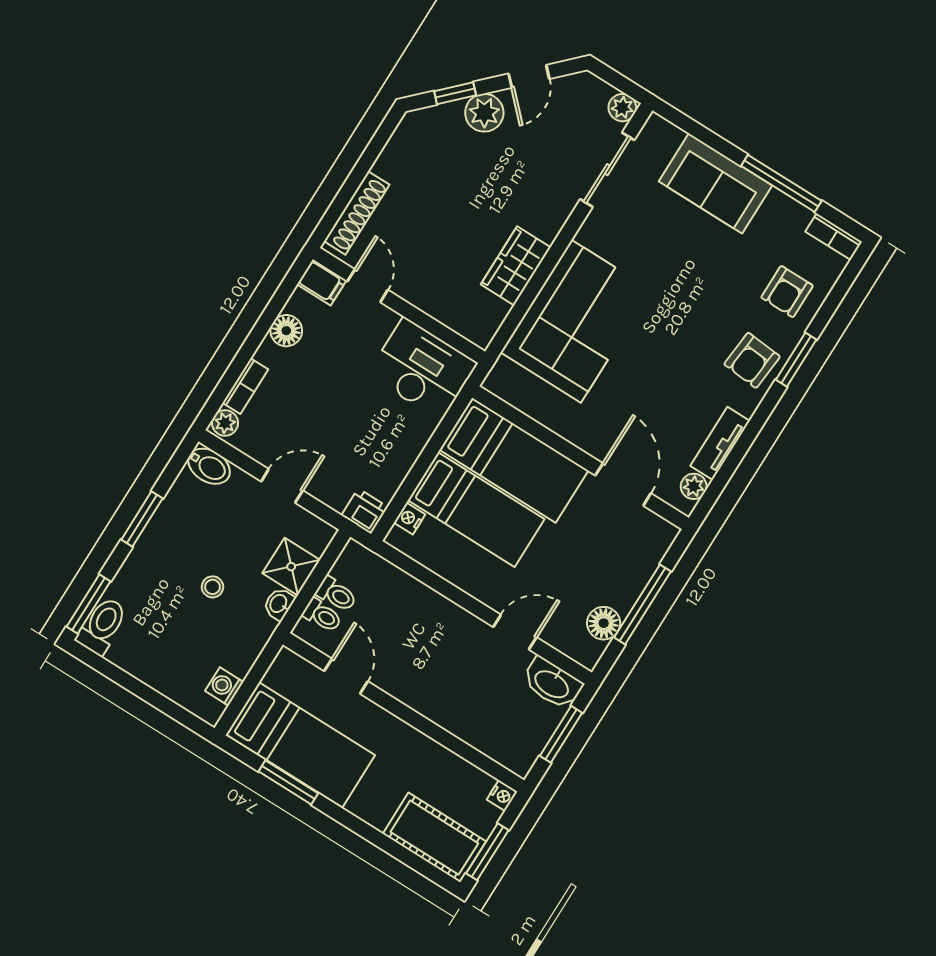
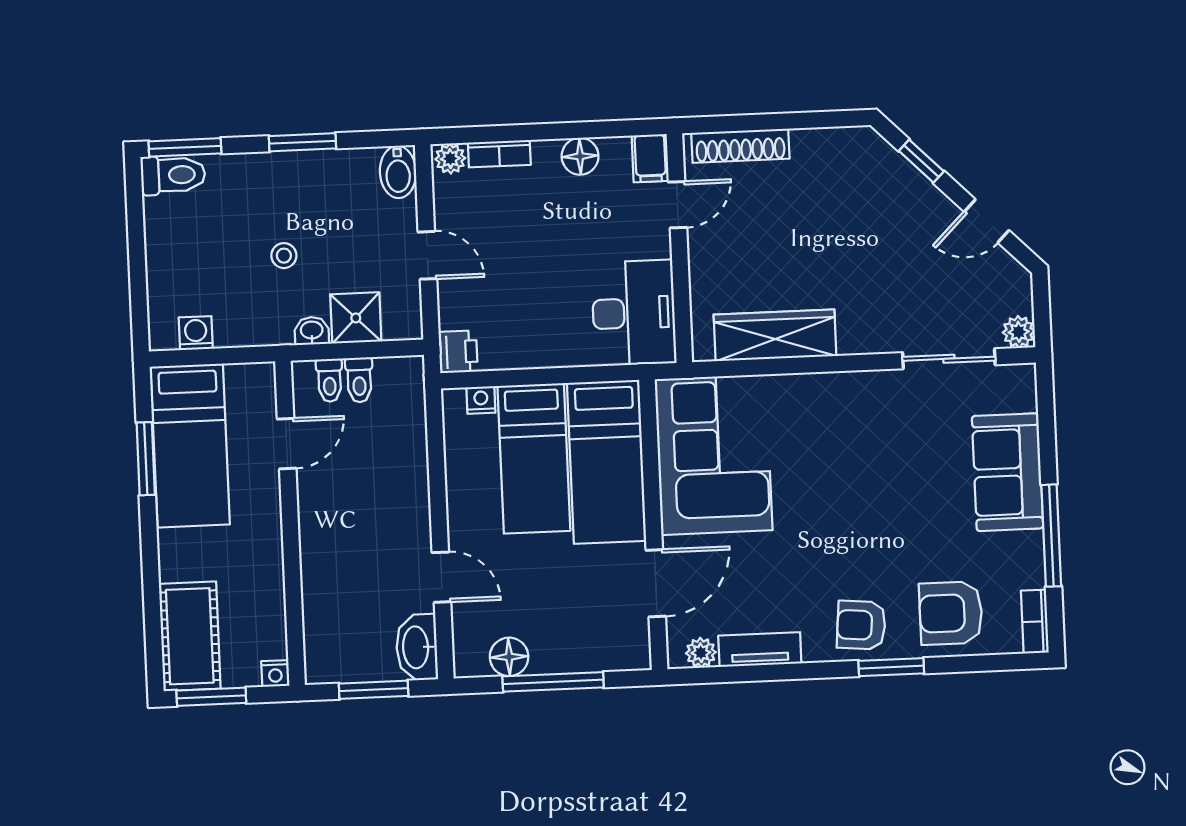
plant: (484, 113) -> (922, 202), removed
wardrobe: (516, 266) -> (775, 335), width x1.50
armchair: (787, 292) -> (951, 613), width x1.38, depth x1.38
corner sofa: (576, 321) -> (714, 455), moved, turned -90

